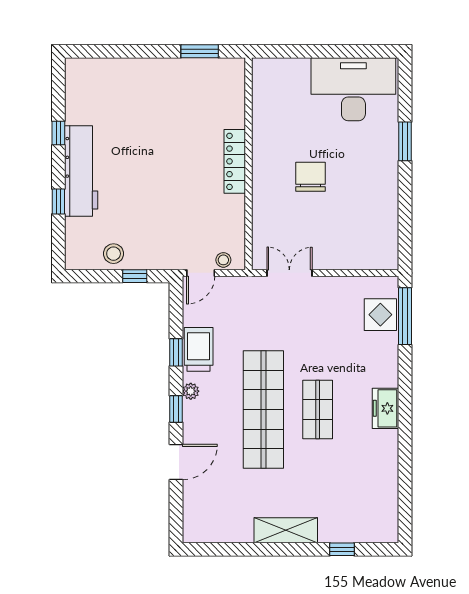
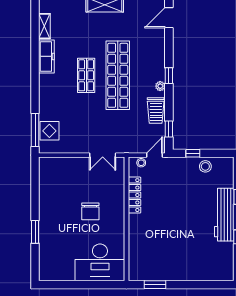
desk: (353, 89) -> (100, 262), moved
locker: (235, 161) -> (135, 195), moved
window: (176, 352) -> (169, 129), moved
freezer: (386, 408) -> (46, 56), moved, width x1.40
door: (176, 462) -> (169, 18), moved
shelving: (389, 494) -> (44, 26), added

